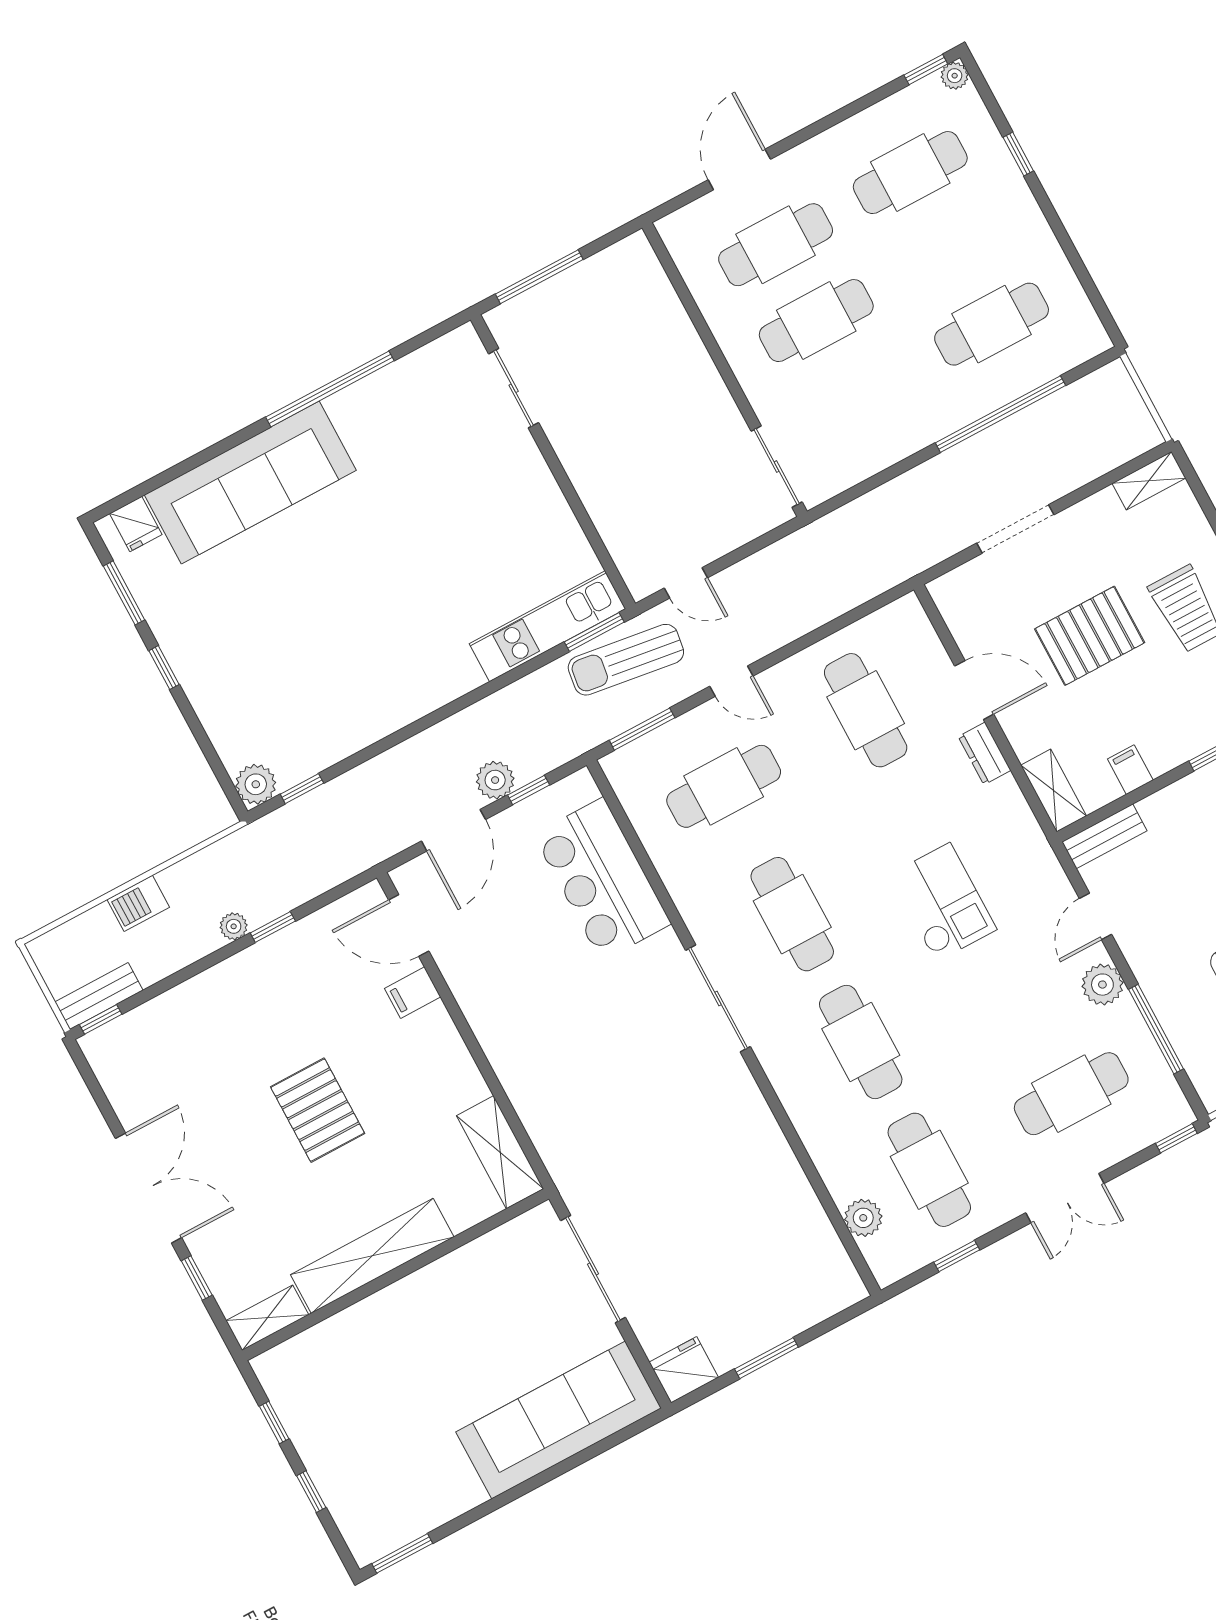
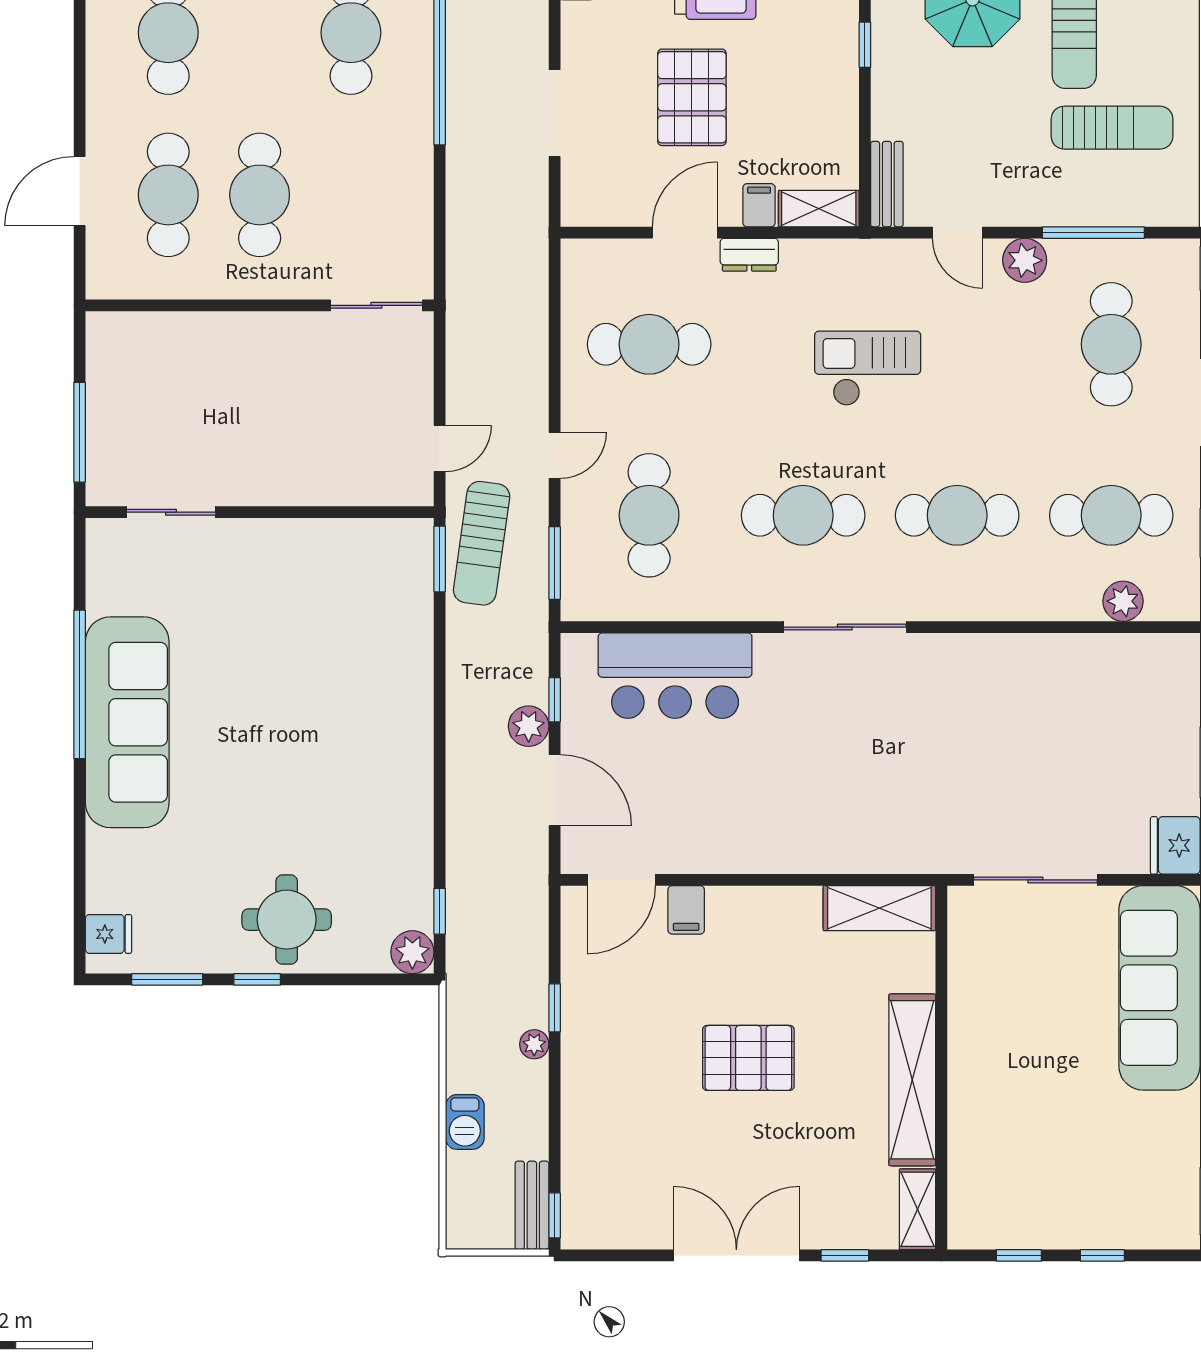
door: (739, 169) -> (80, 191), hinge flipped
sofa: (250, 483) -> (127, 722), moved
kitchen unit: (547, 626) -> (411, 600), removed
round table: (227, 665) -> (287, 920), added
filing cabinet: (1130, 770) -> (759, 205), moved, turned 90

